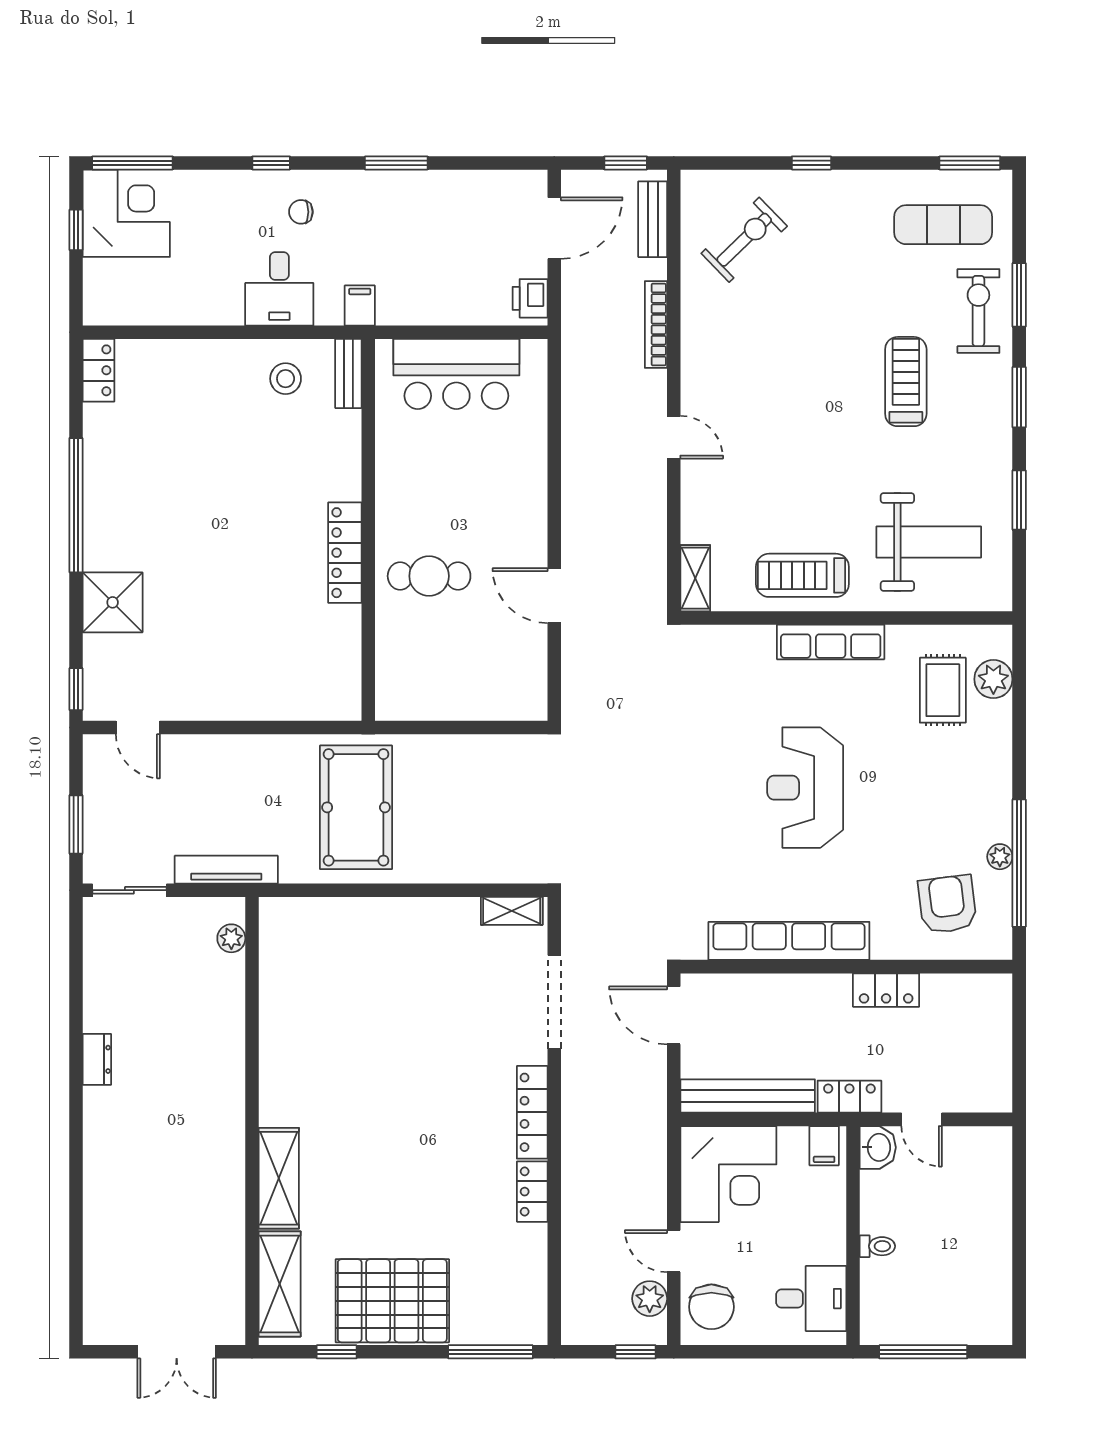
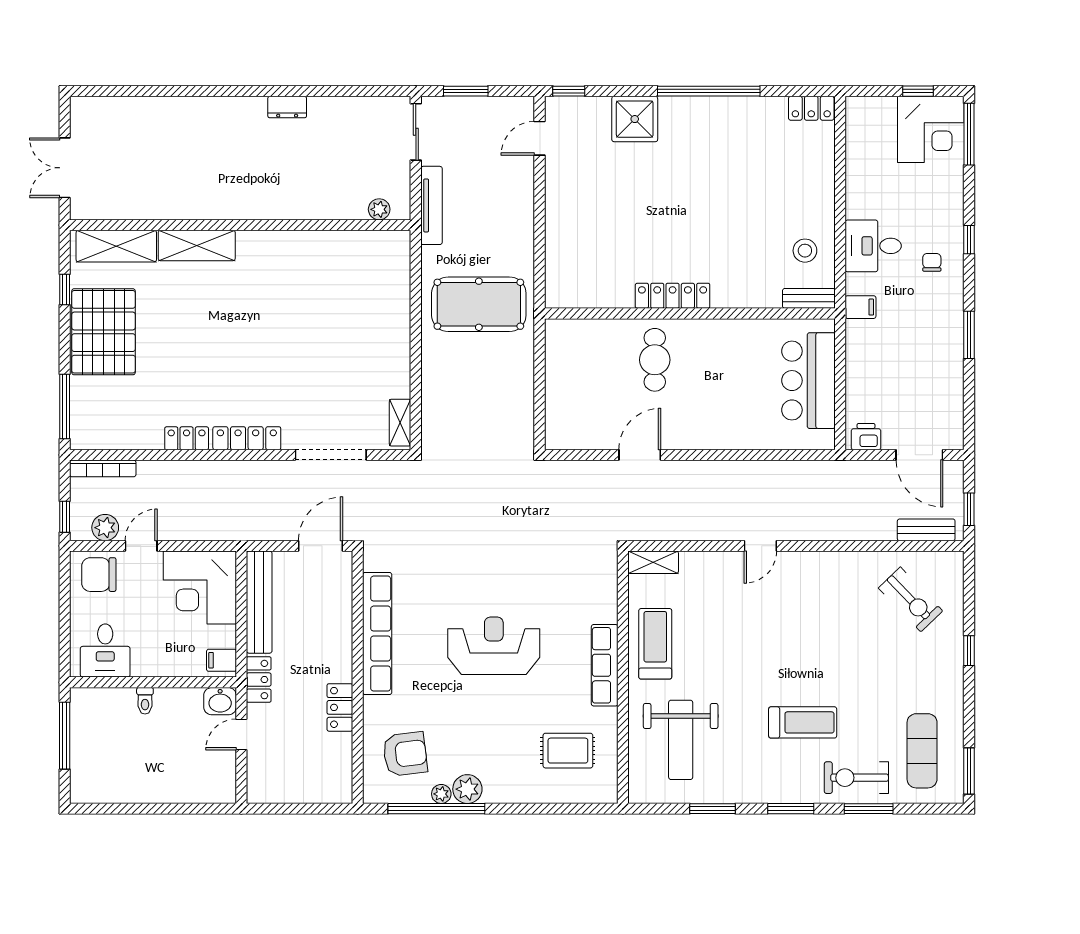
exercise bike: (978, 311) -> (856, 778), turned 180
bookcase: (656, 325) -> (103, 468), moved, turned 180
plant: (993, 679) -> (467, 789), moved

